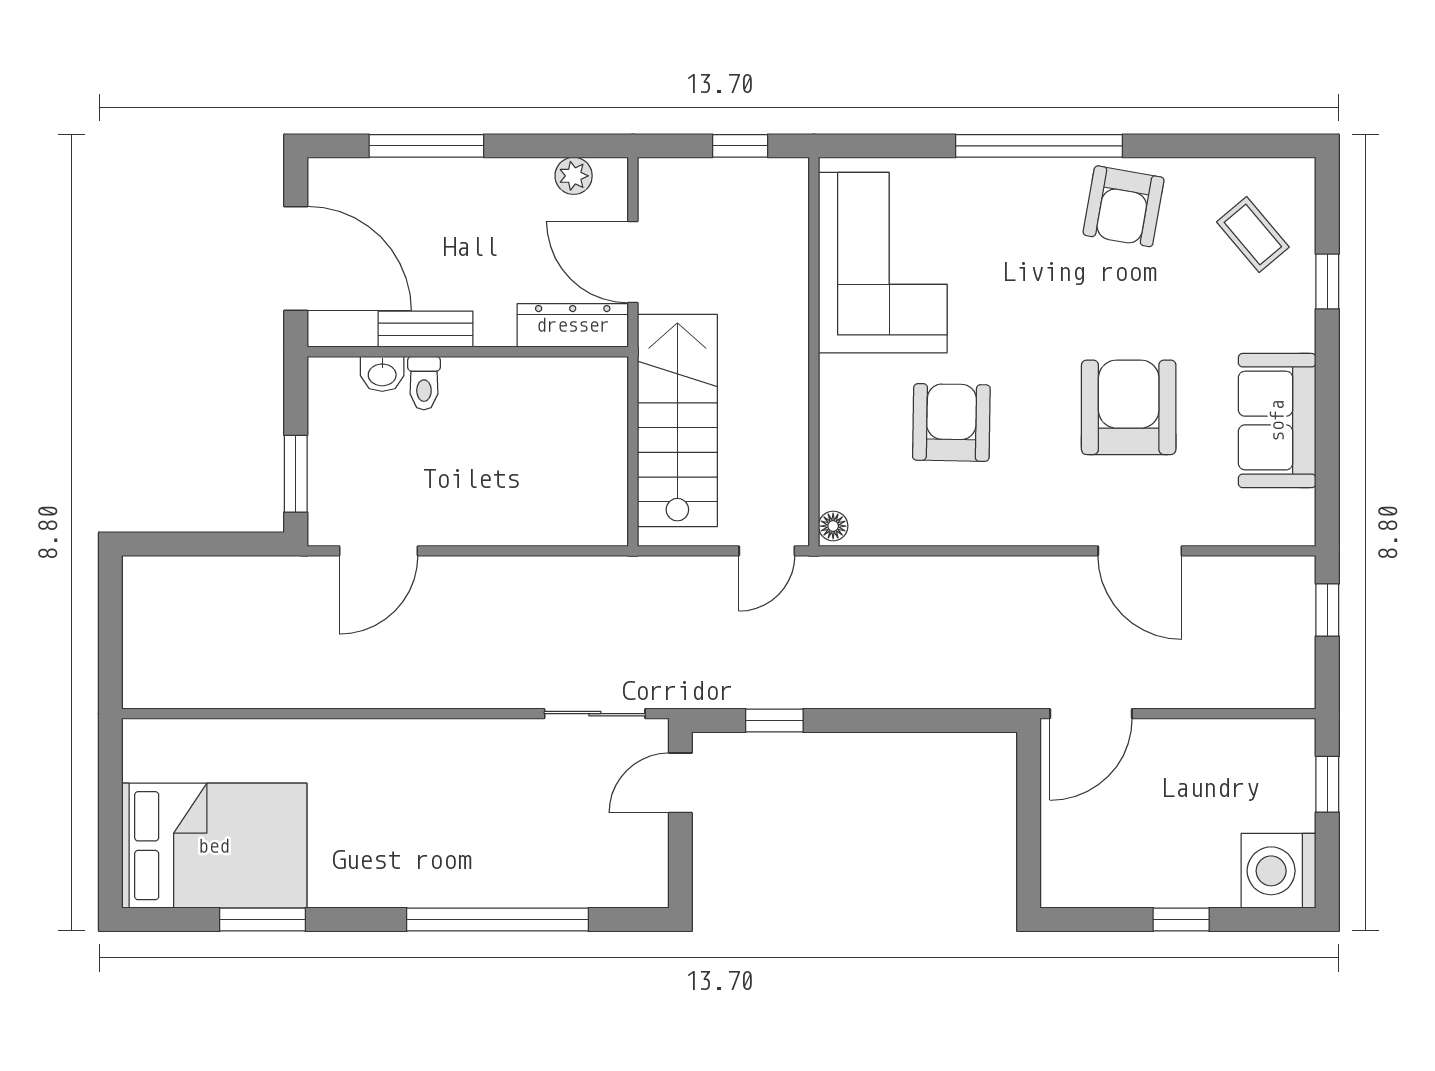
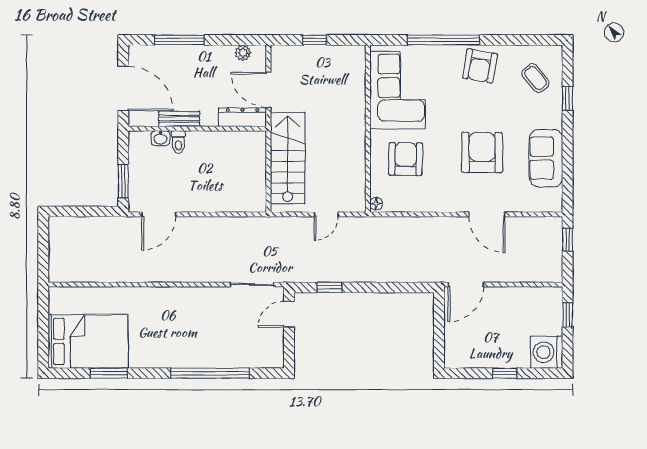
corner sofa: (883, 263) -> (398, 90), moved
wall: (814, 352) -> (368, 129), moved
floor lamp: (833, 526) -> (376, 204), moved

